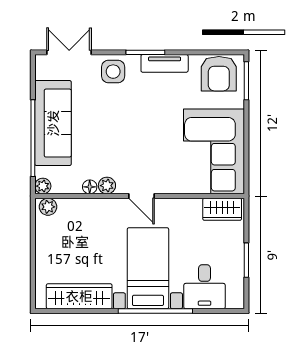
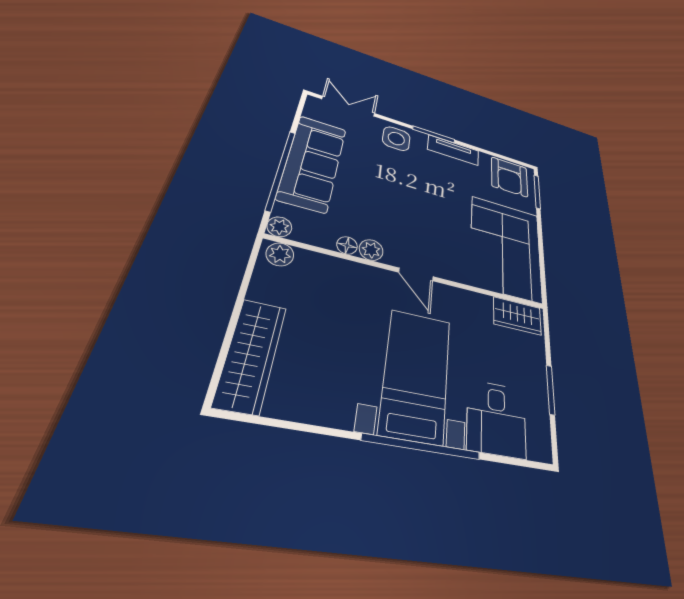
wardrobe: (79, 296) -> (251, 355), moved, turned 90

